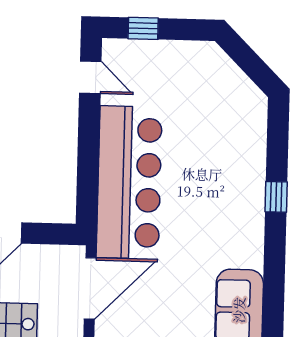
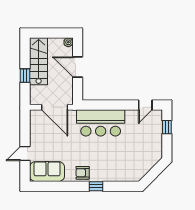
bar counter: (129, 182) -> (101, 123), width x0.73
armchair: (244, 227) -> (83, 173), added

